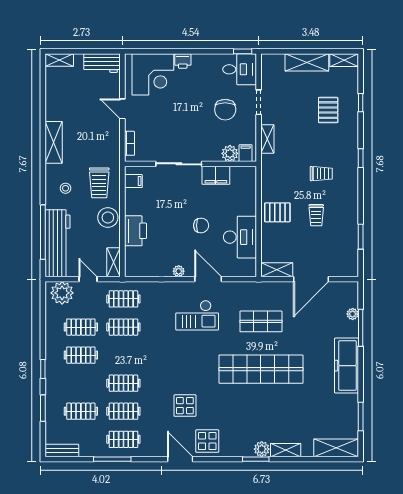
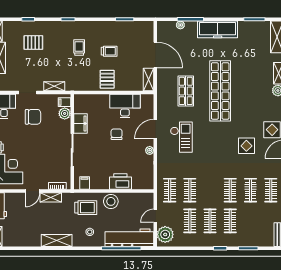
shelving: (114, 262) -> (51, 197), moved
clothes rail: (81, 411) -> (230, 221), moved

